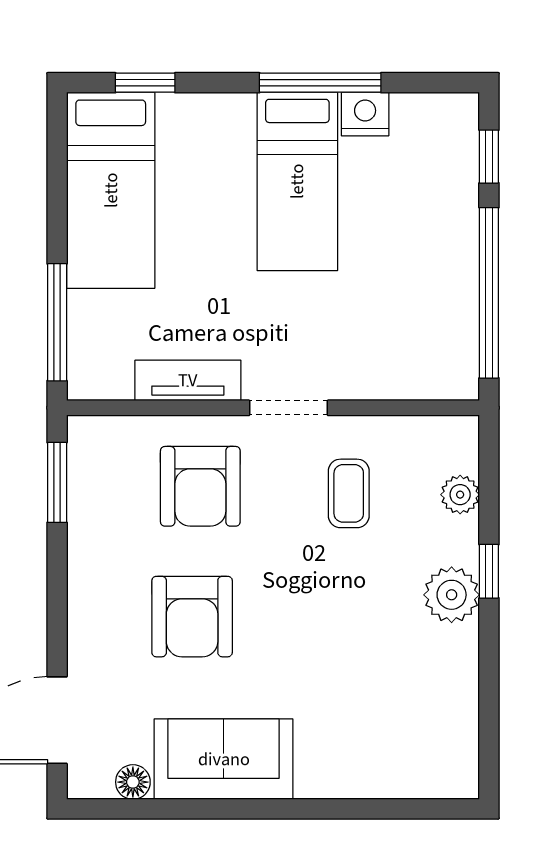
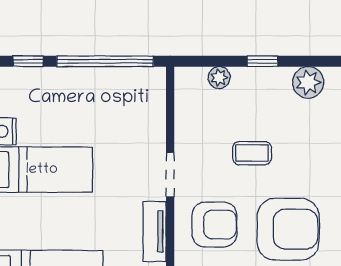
coffee table: (349, 493) -> (252, 153), moved
plant: (452, 595) -> (308, 82), moved
armchair: (192, 617) -> (288, 229), width x1.36, depth x1.36

